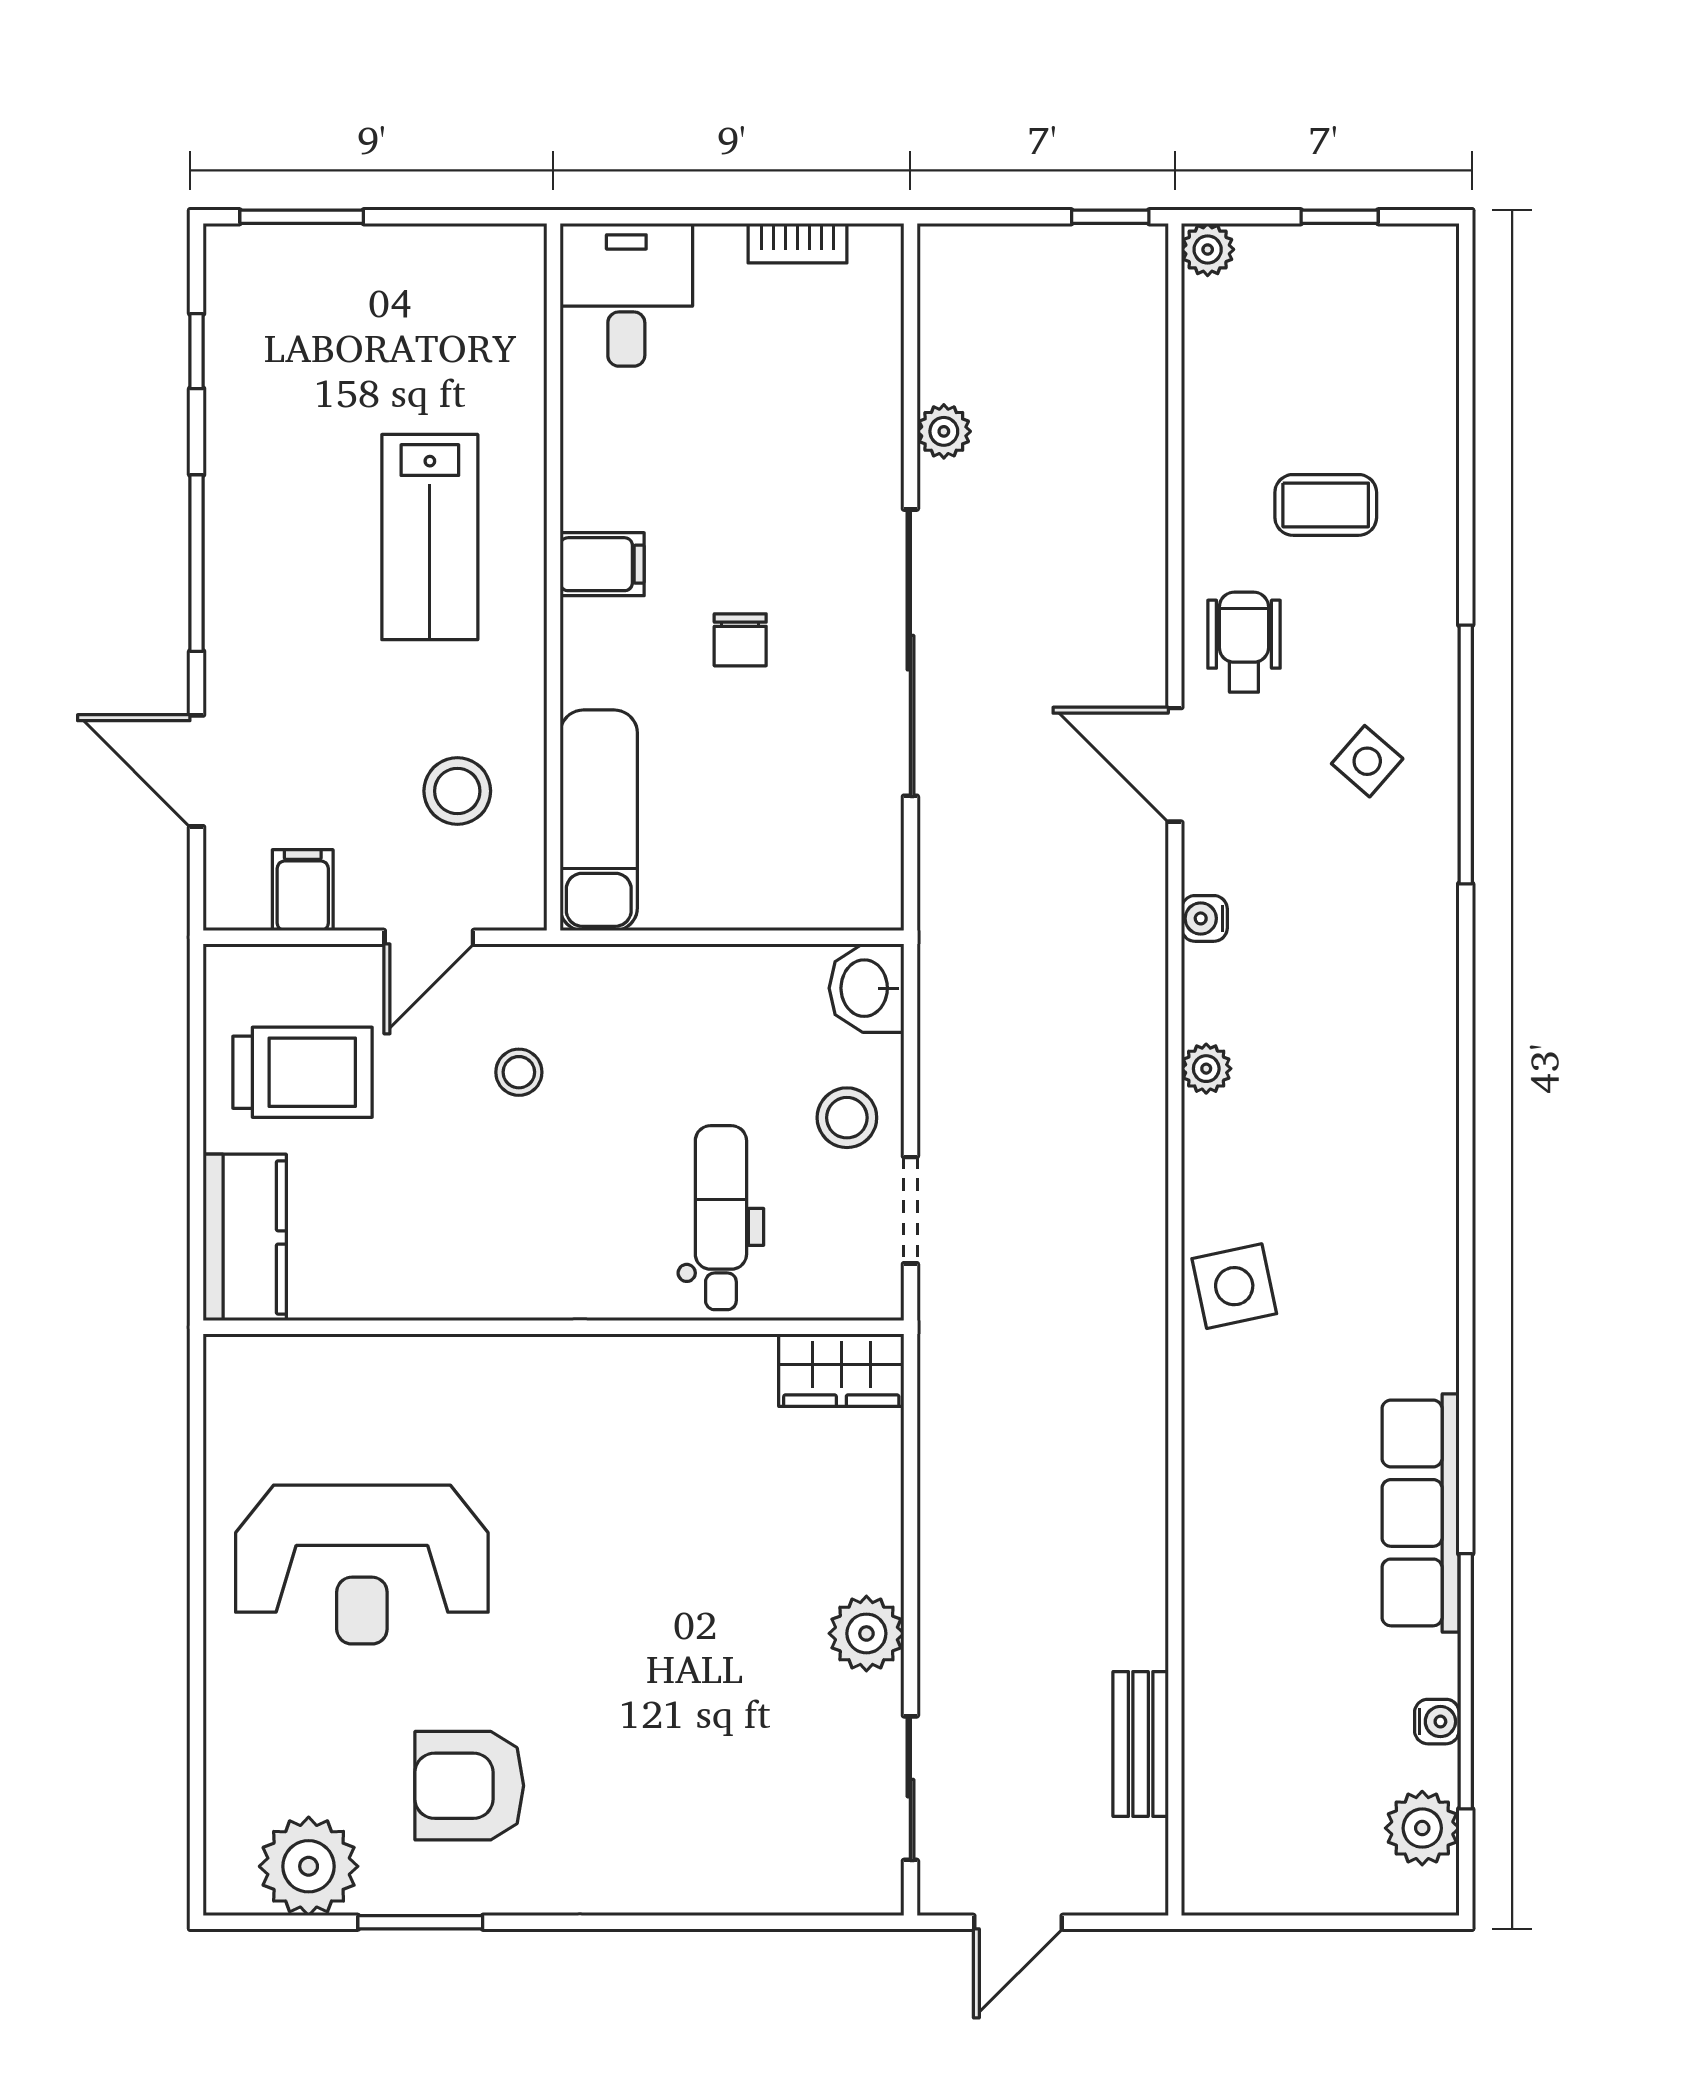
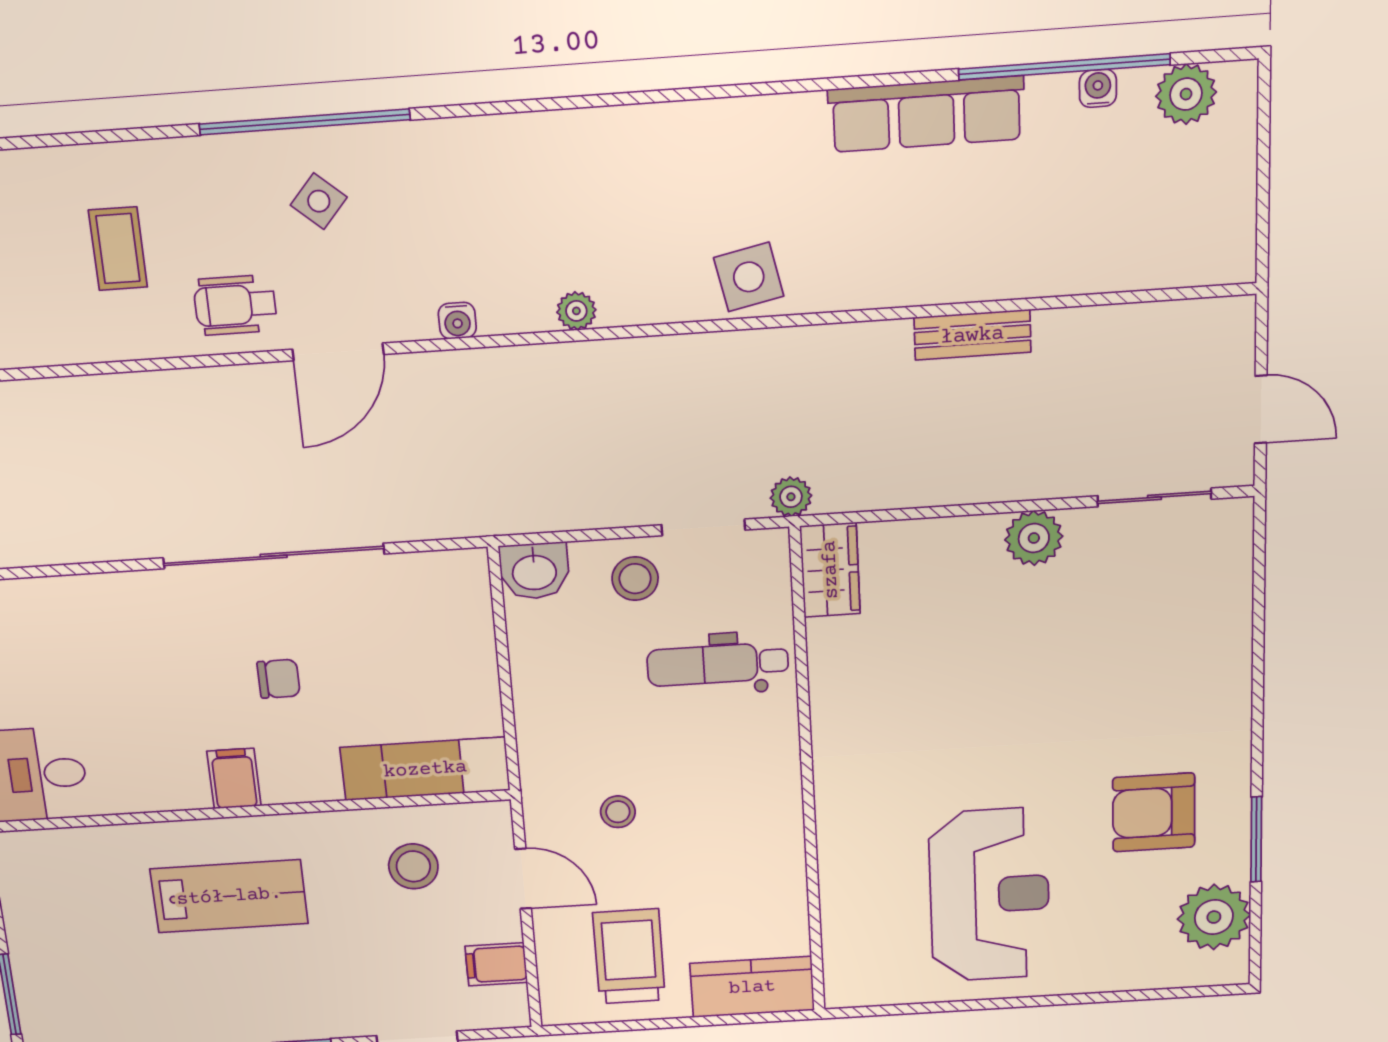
plant: (944, 431) -> (791, 497), moved
bench: (1141, 1744) -> (972, 335), moved
armchair: (469, 1786) -> (1154, 812), turned 90

